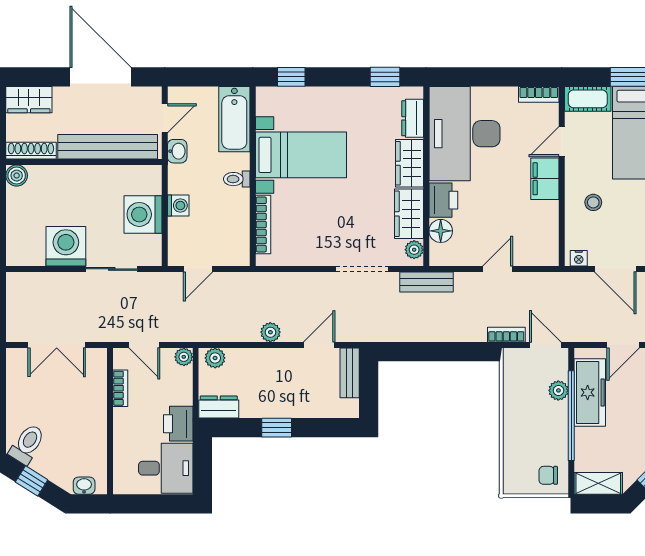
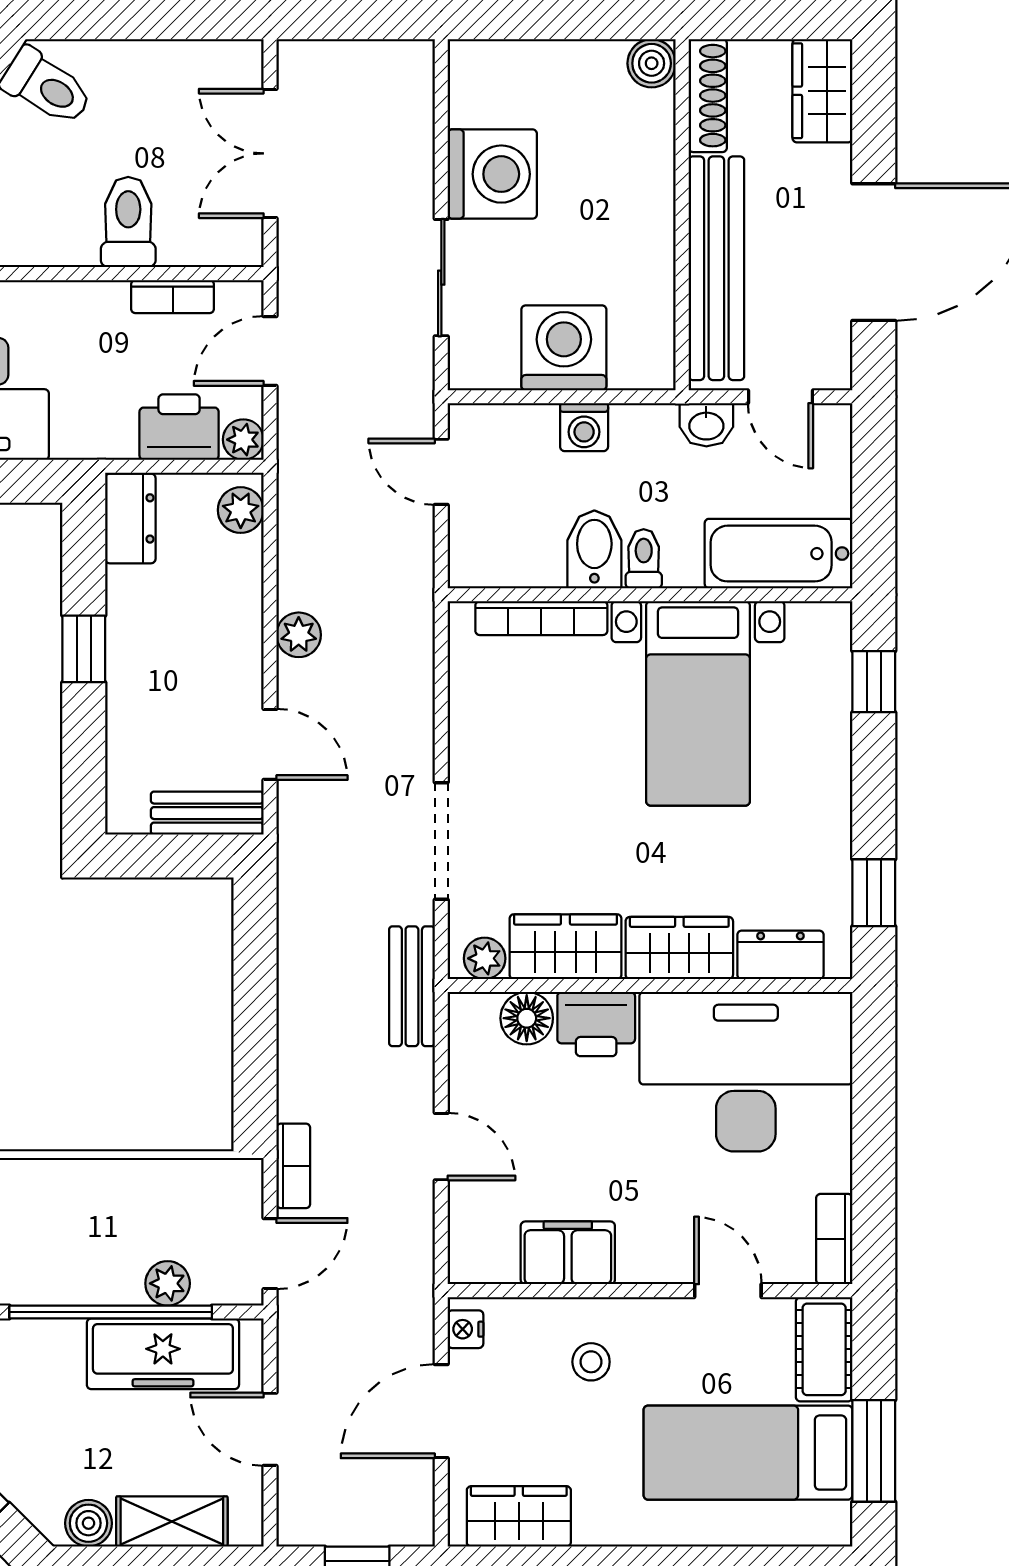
filing cabinet: (545, 179) -> (568, 1253), moved
bidet: (233, 201) -> (594, 549), added
toilet: (87, 408) -> (128, 222), added
printer: (178, 424) -> (179, 427), moved

